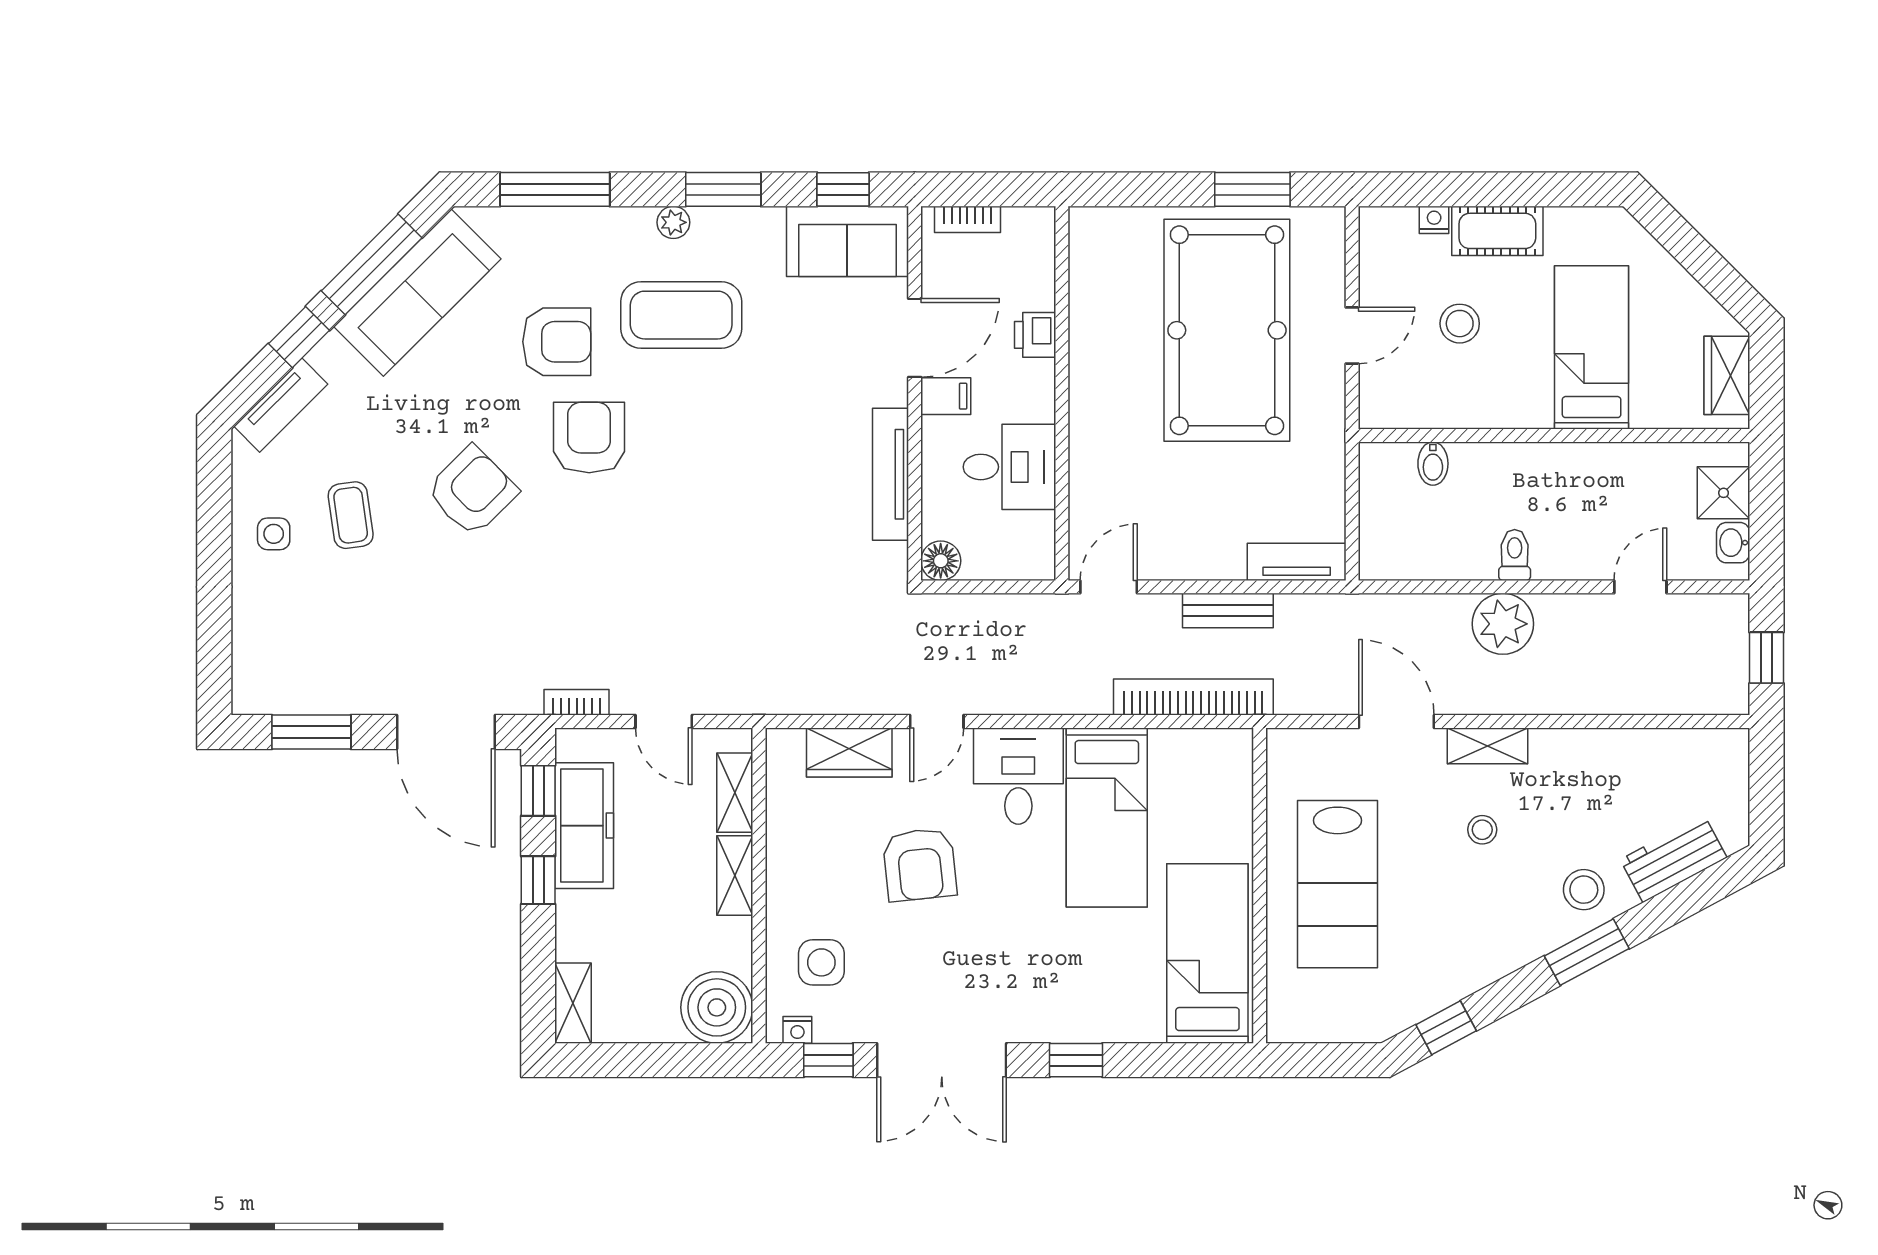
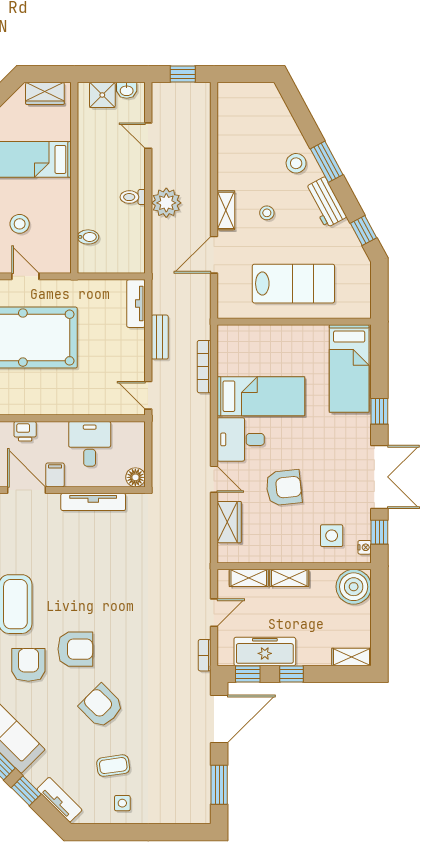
armchair: (589, 438) -> (75, 649), turned 180
bookcase: (1193, 697) -> (204, 367), width x0.68, depth x0.76
workbench: (1674, 859) -> (325, 202), moved
bed: (1207, 953) -> (349, 369), moved, turned -90

